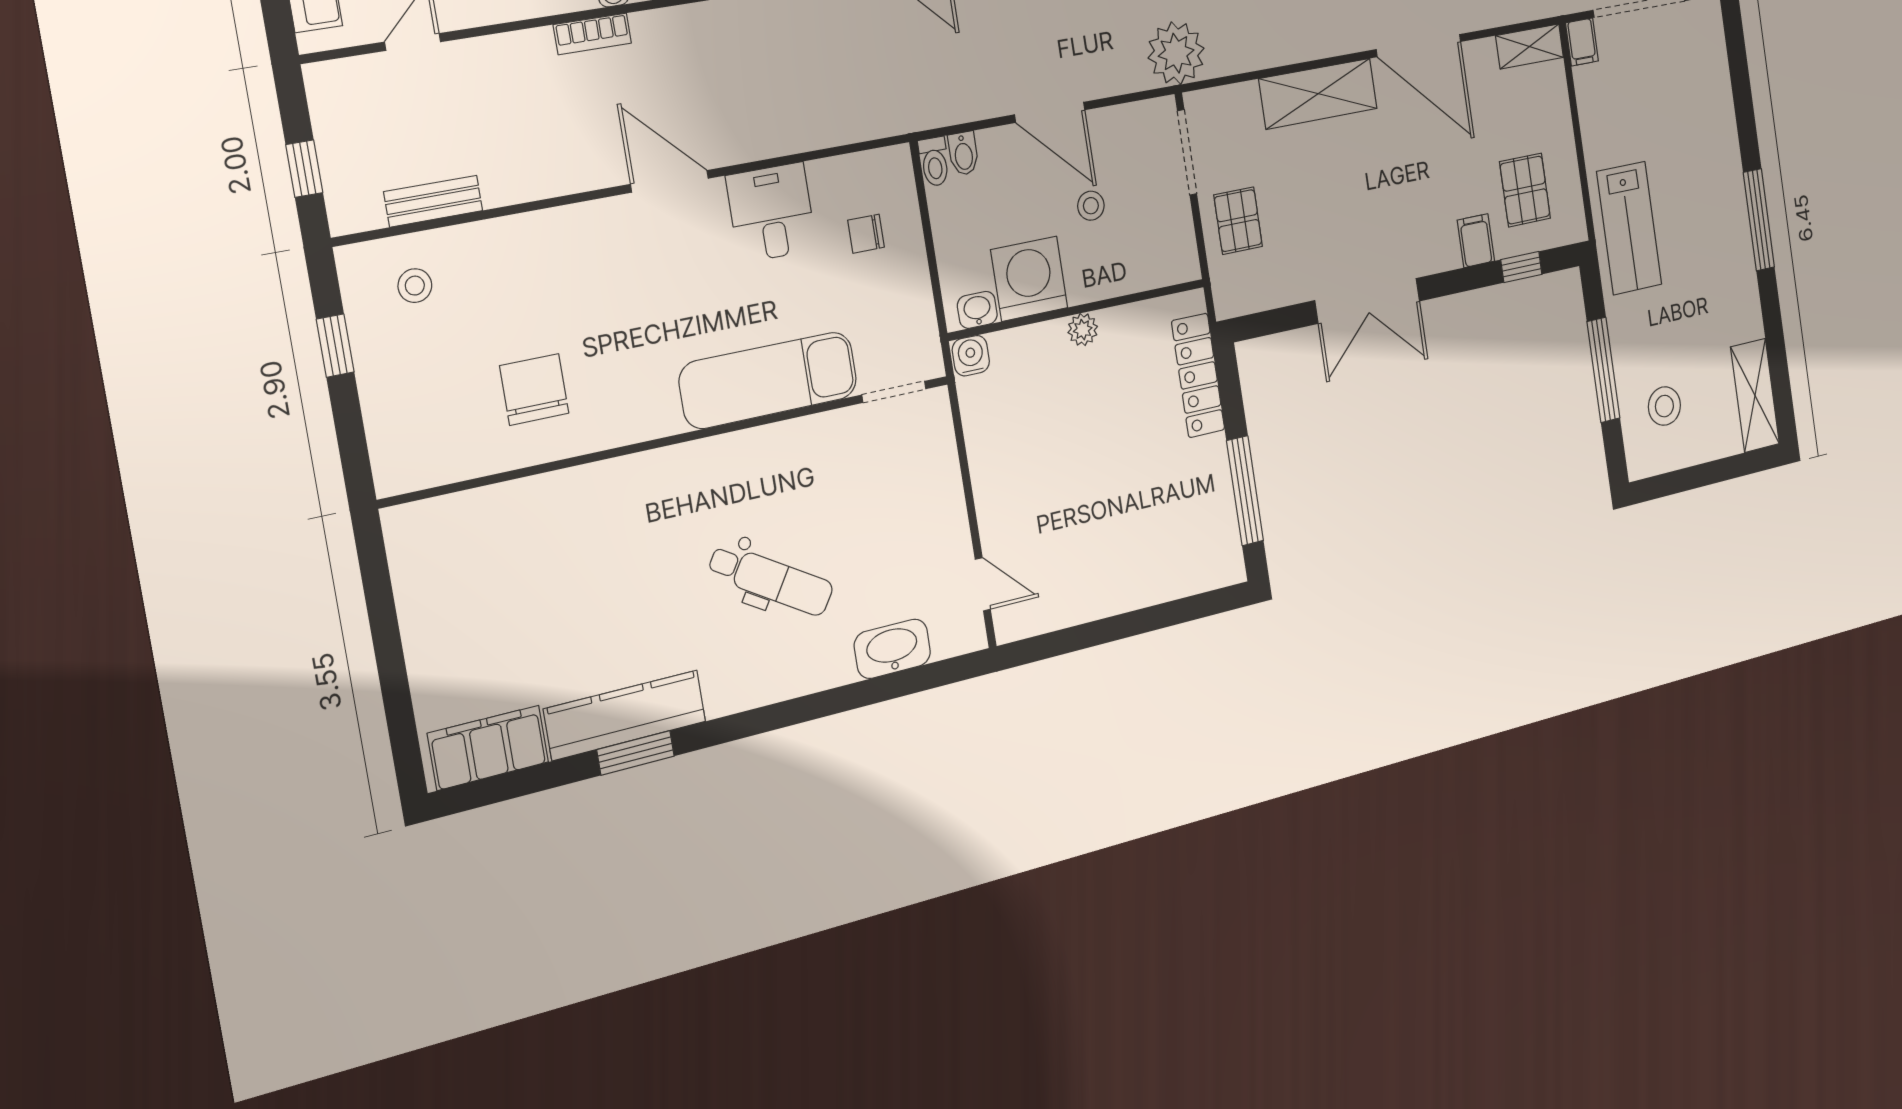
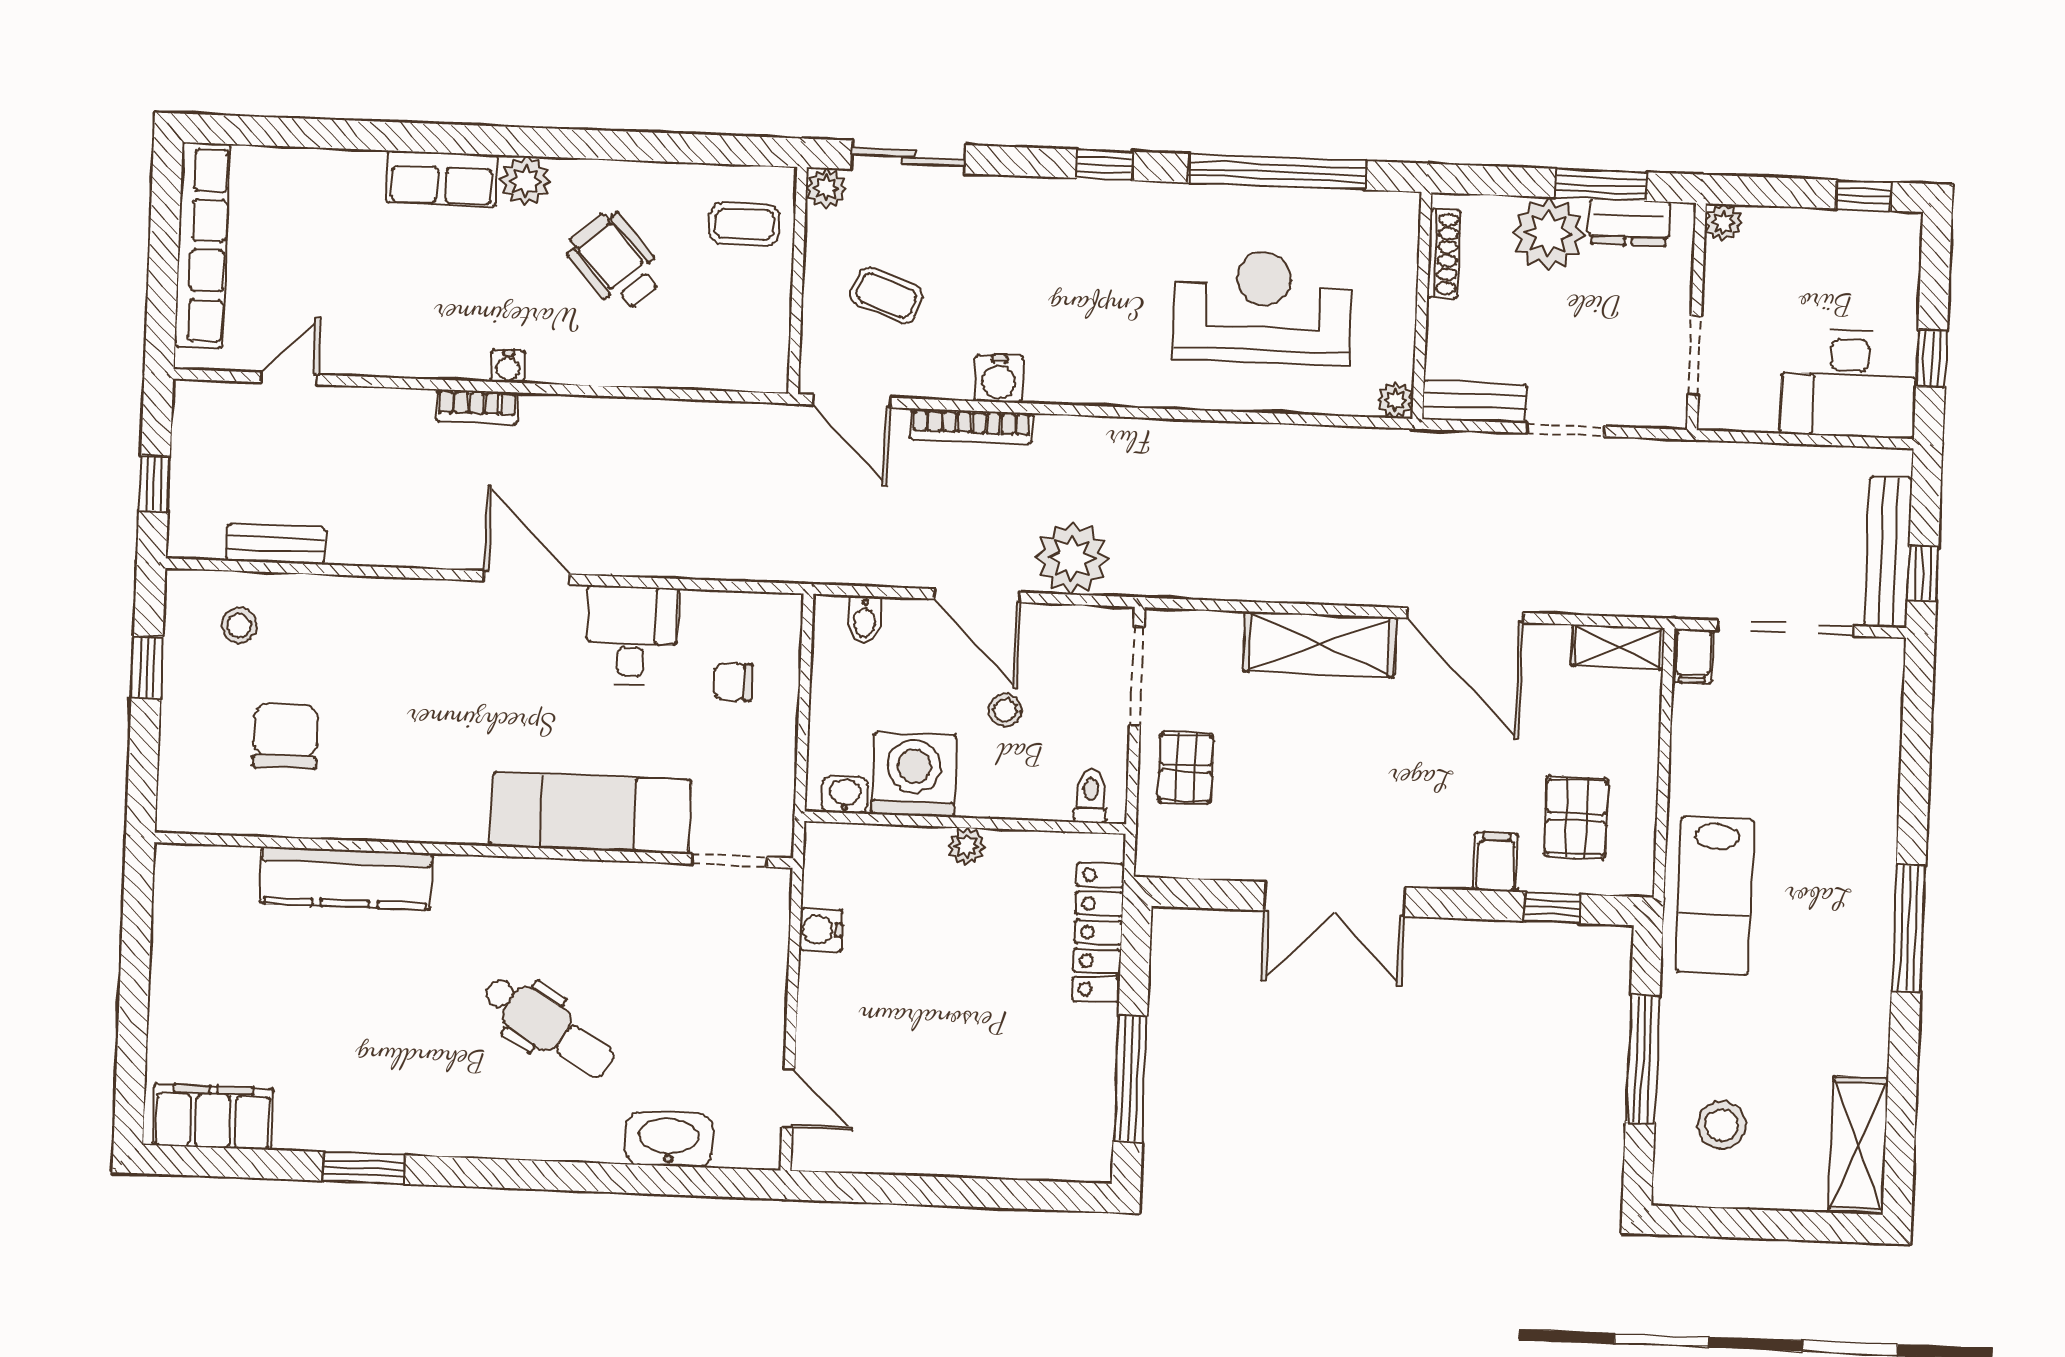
plant: (1176, 53) -> (1072, 558), moved
toilet: (934, 162) -> (1091, 796), moved, turned 180
water cooler: (971, 356) -> (821, 930), moved, turned -90
chair: (534, 390) -> (285, 736), moved
kitchen counter: (625, 715) -> (346, 878), moved, turned 180

